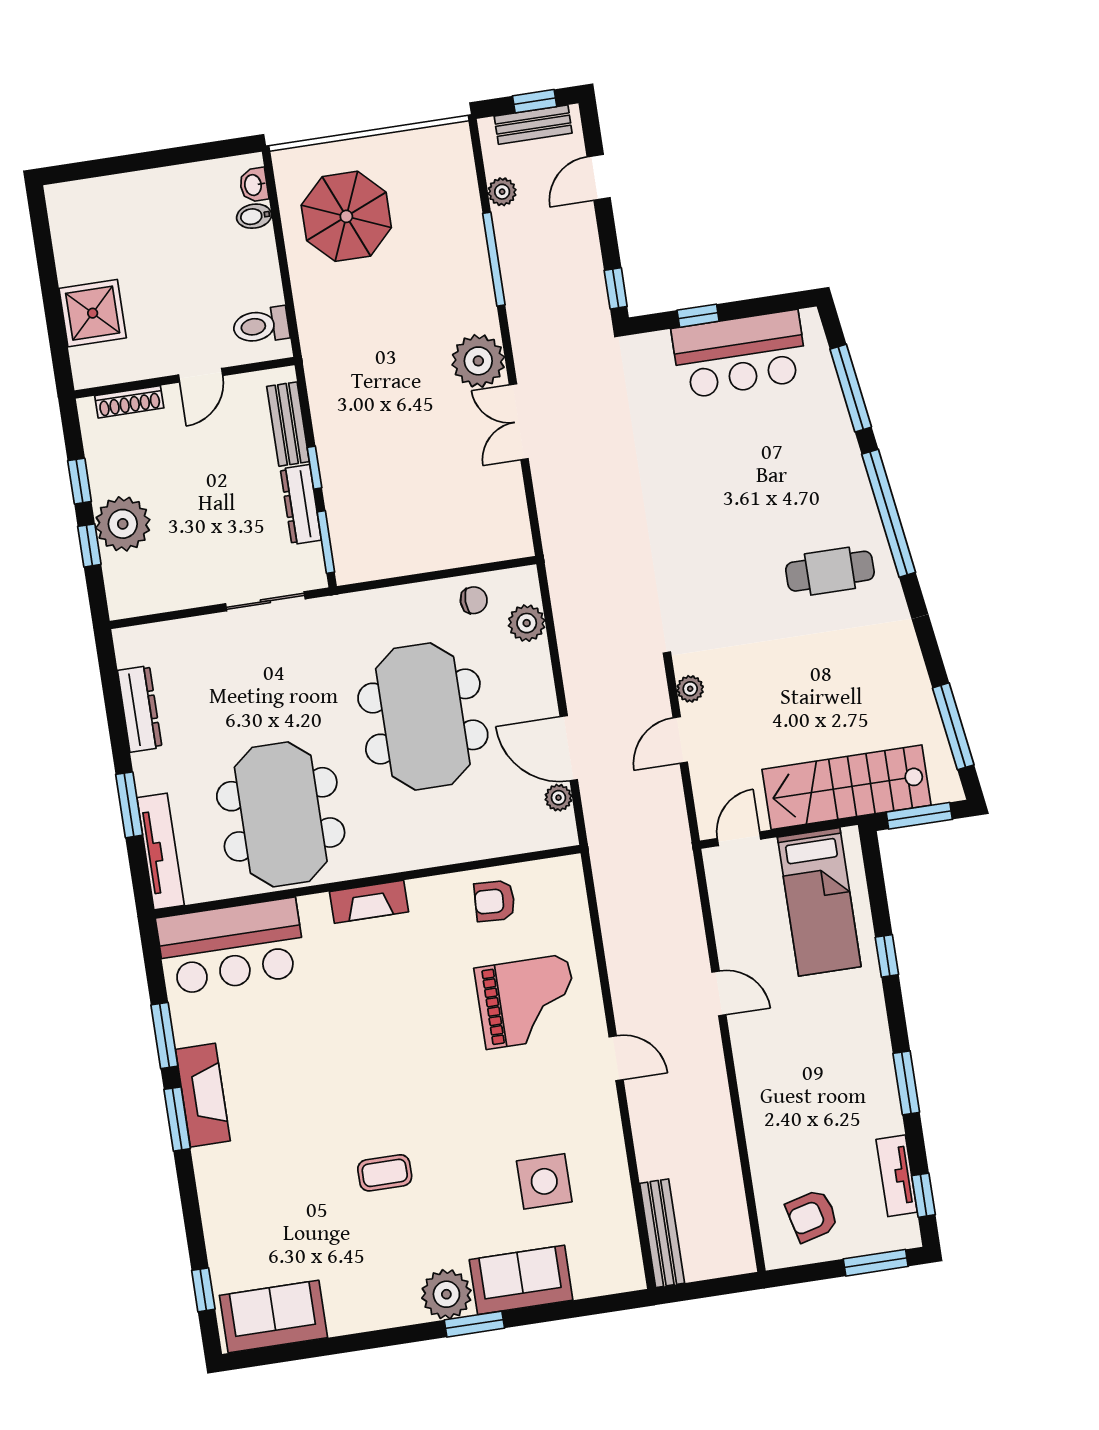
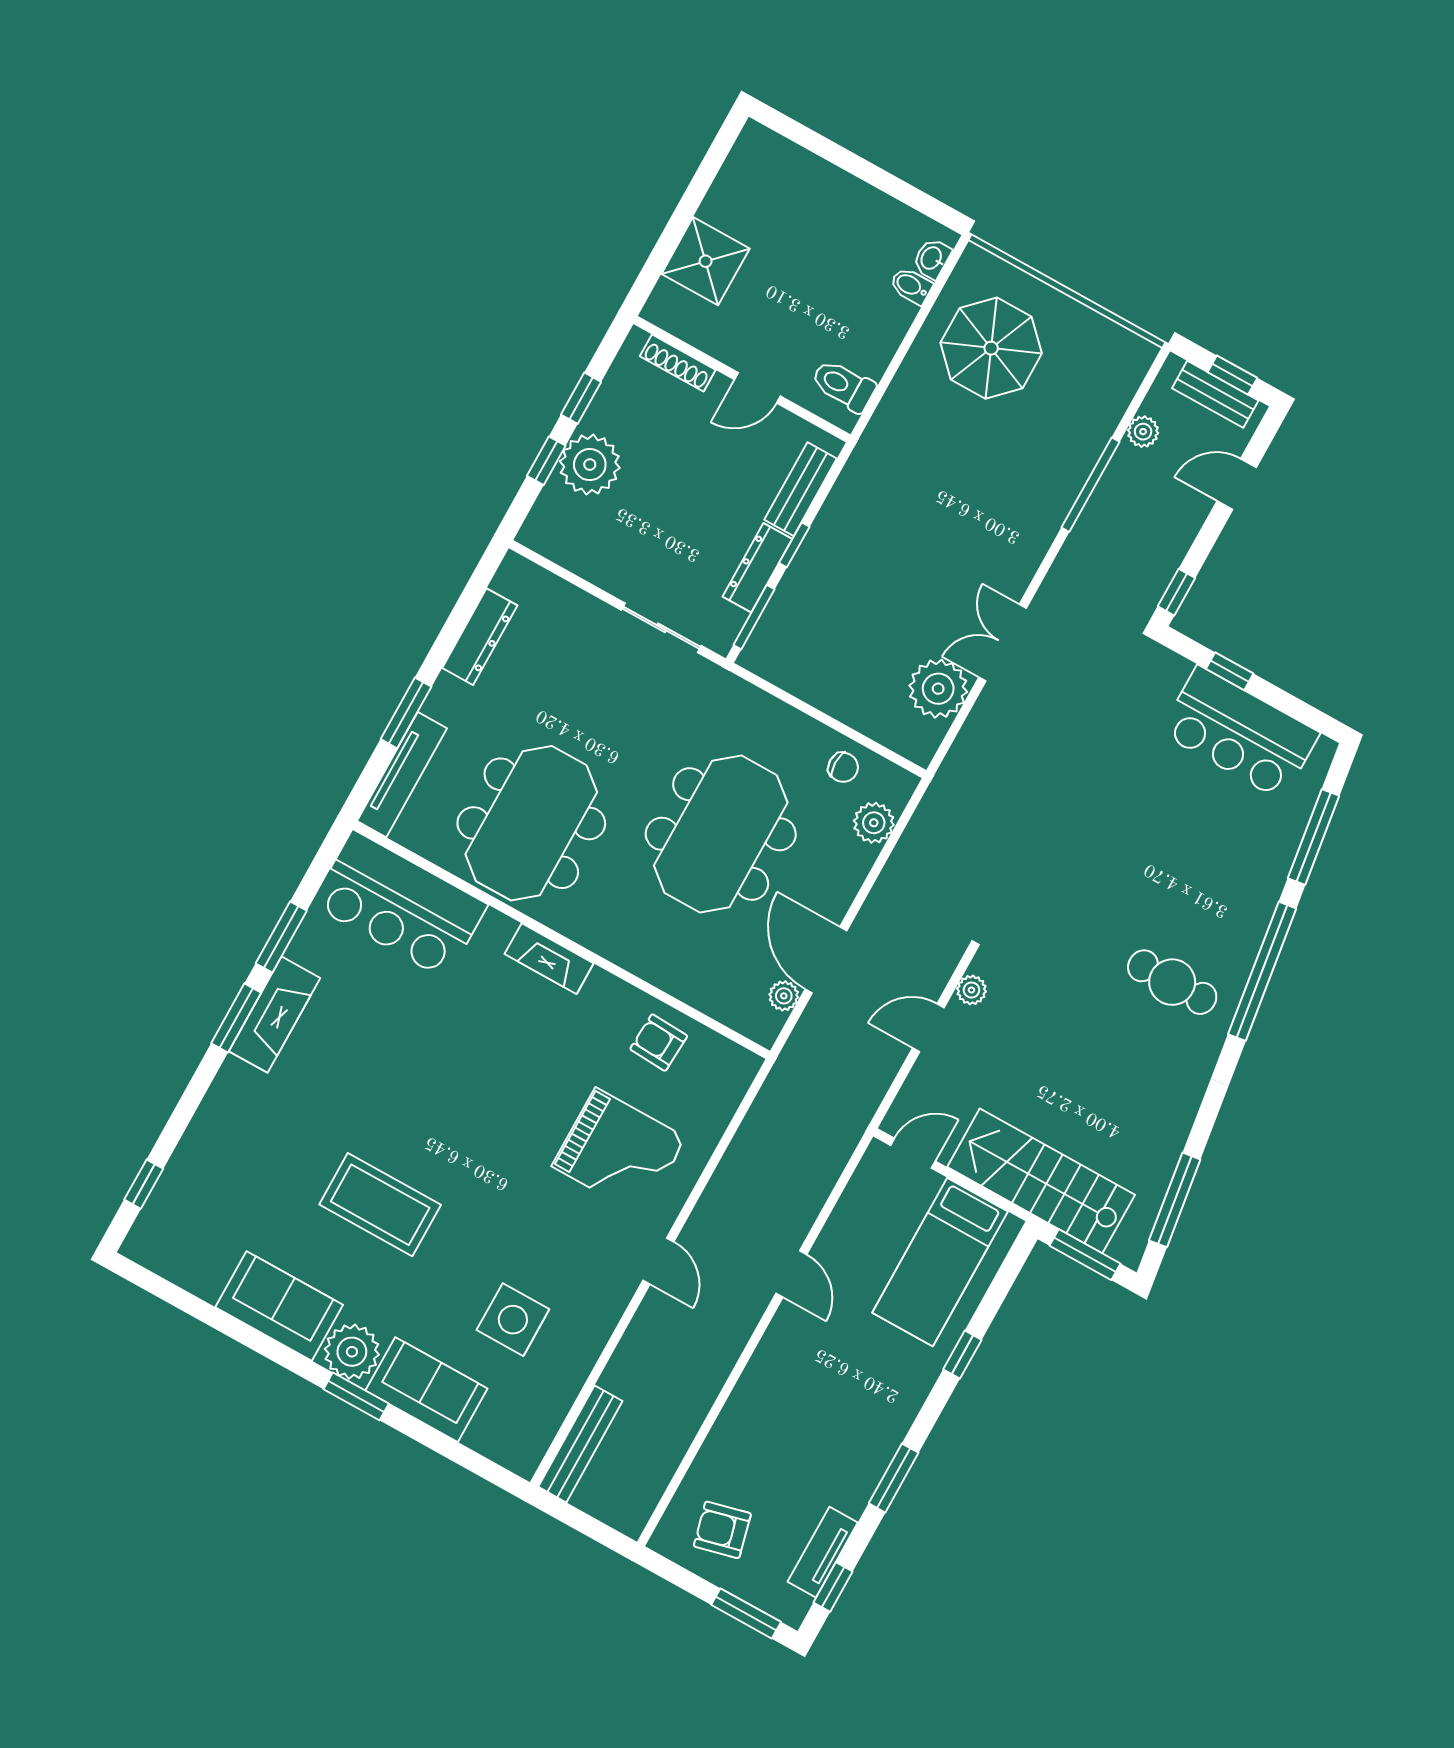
plant: (478, 361) -> (938, 689), moved
coffee table: (385, 1173) -> (380, 1205), width x1.86, depth x1.72
sofa: (274, 1317) -> (279, 1306), moved

